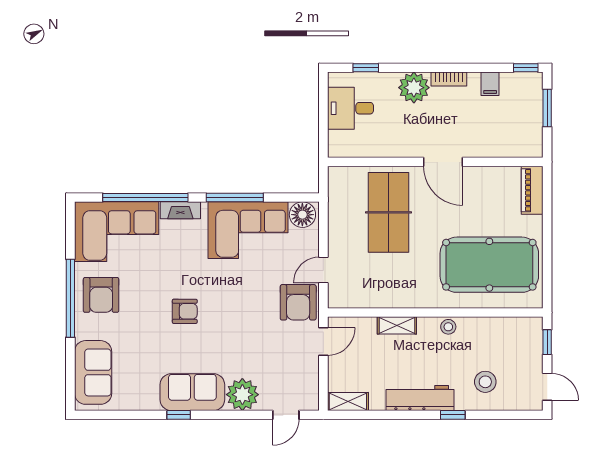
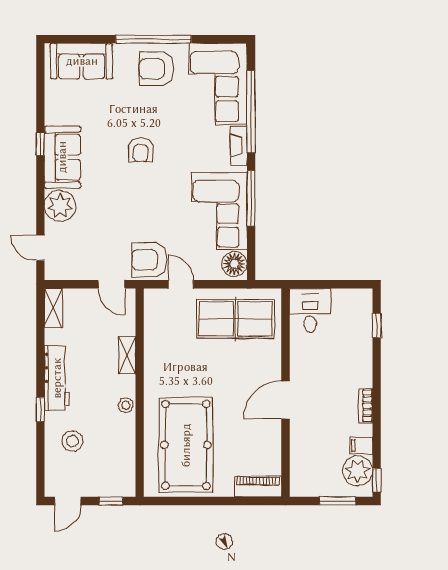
plant: (414, 88) -> (358, 471), moved
desk: (350, 108) -> (310, 310), moved
table tennis table: (389, 212) -> (236, 319), moved

